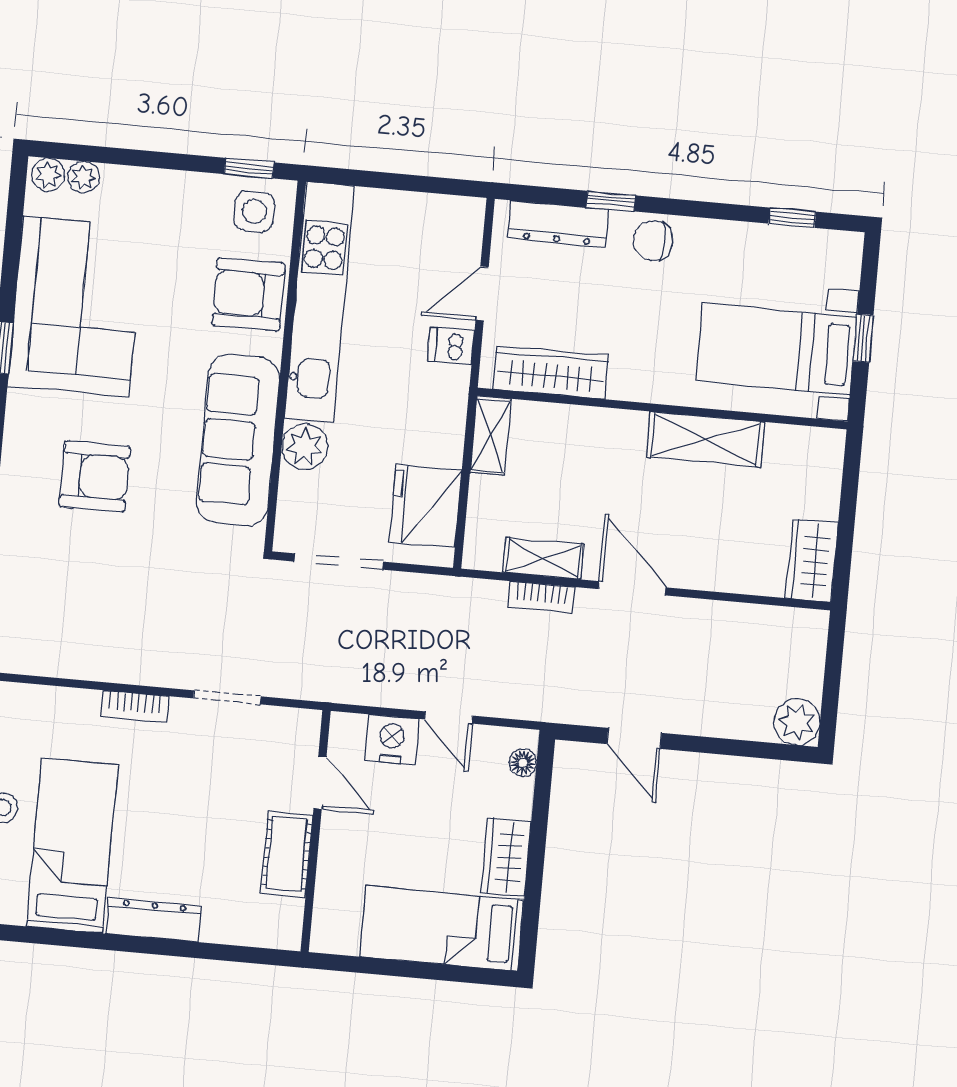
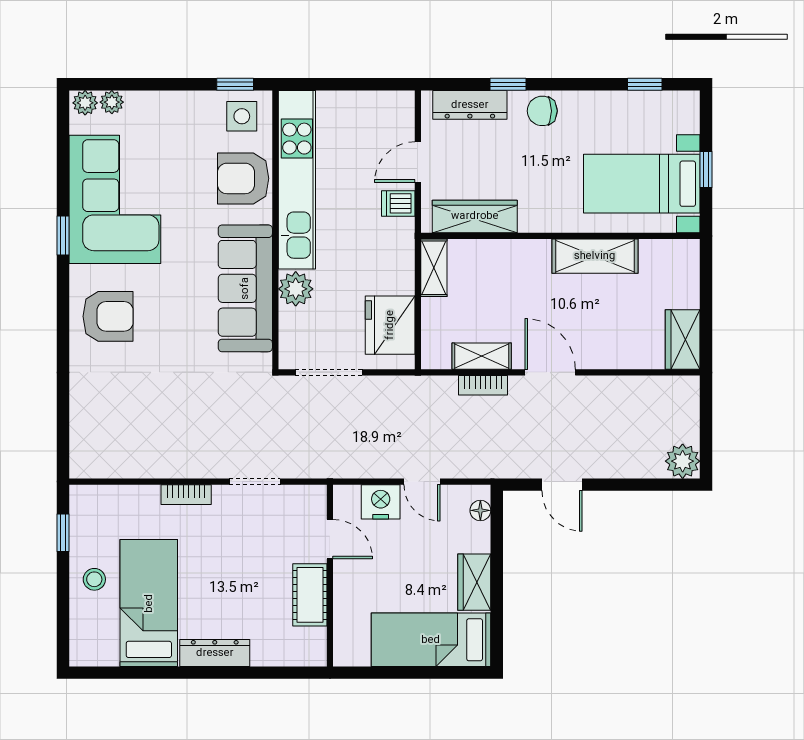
armchair: (95, 476) -> (108, 316), moved

